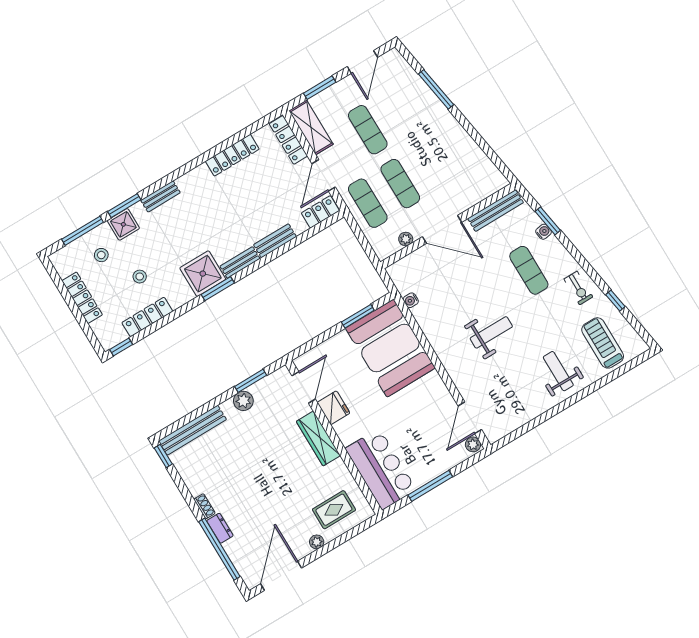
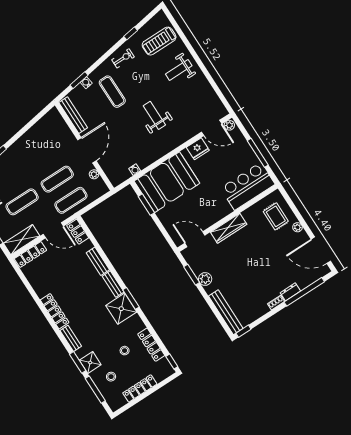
locker: (232, 155) -> (55, 311), moved
exercise mat: (529, 270) -> (112, 92), turned 90
fridge: (333, 408) -> (198, 149), moved, turned 180

